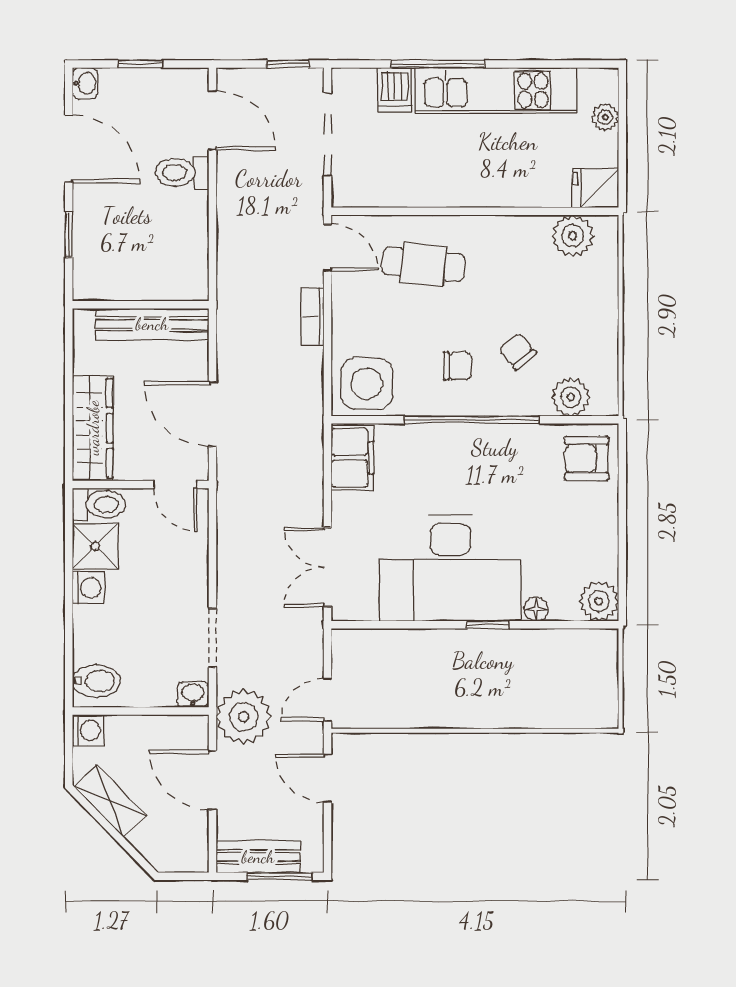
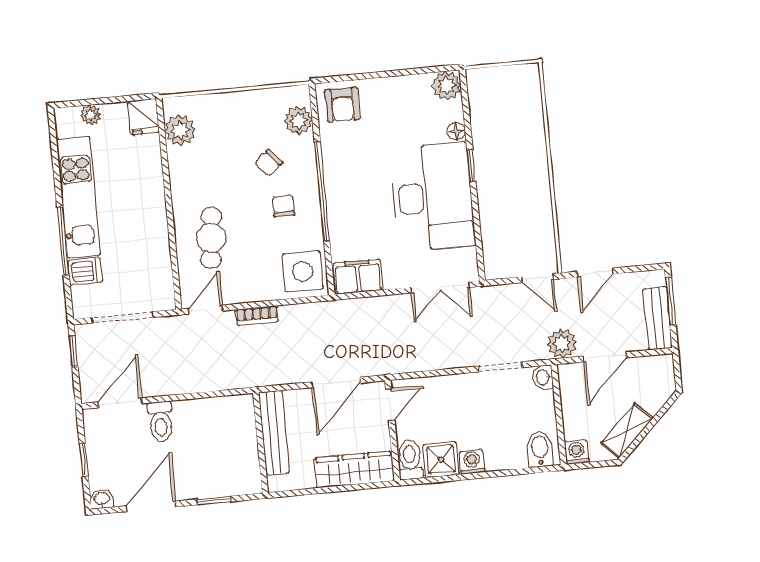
plant: (244, 717) -> (562, 343), width x0.73, depth x0.73

